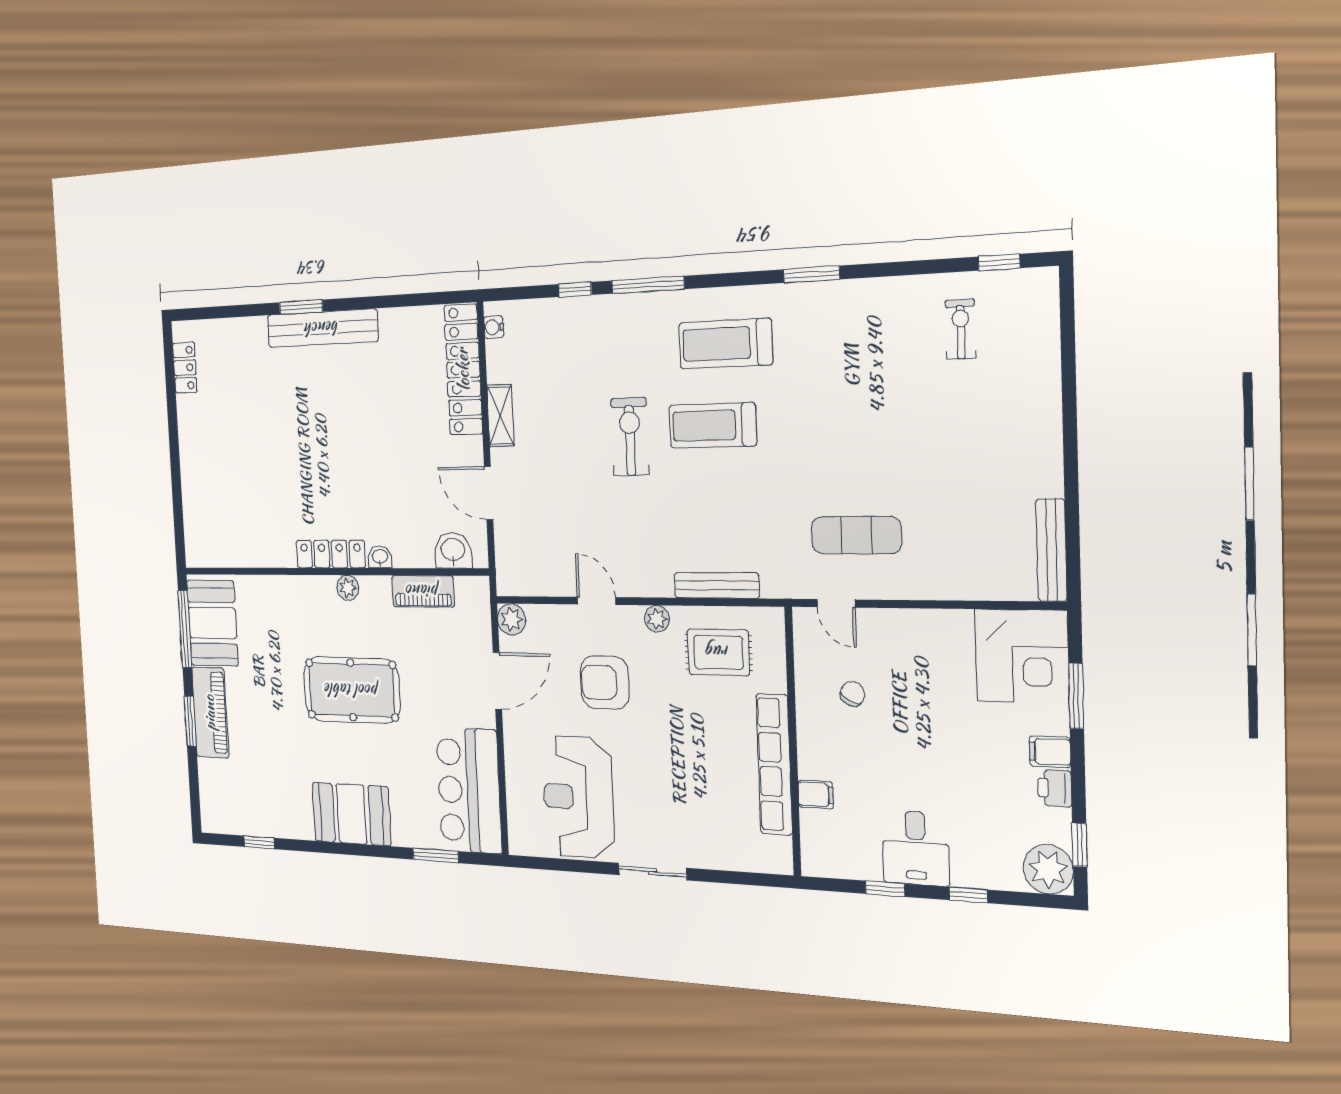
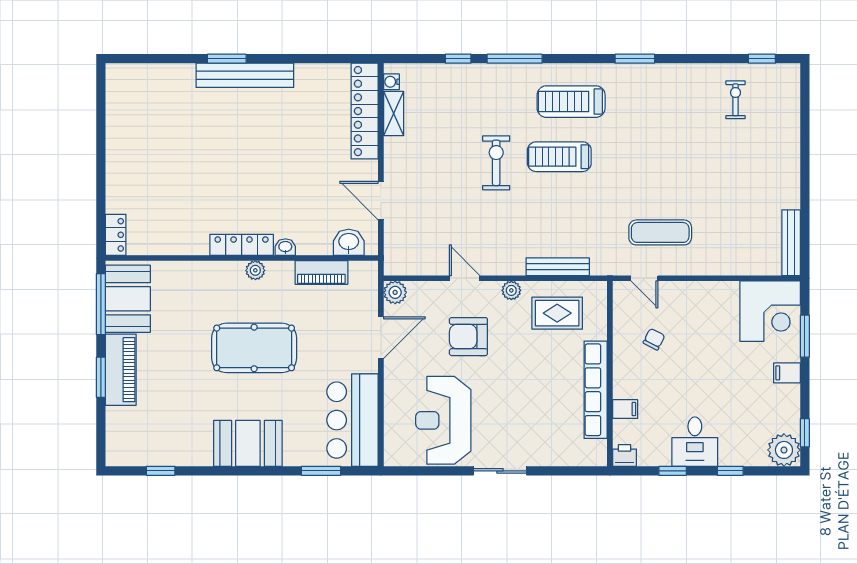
locker: (185, 368) -> (116, 235), moved
shelving: (500, 416) -> (394, 114), moved
printer: (1055, 788) -> (625, 456), moved, turned 90

